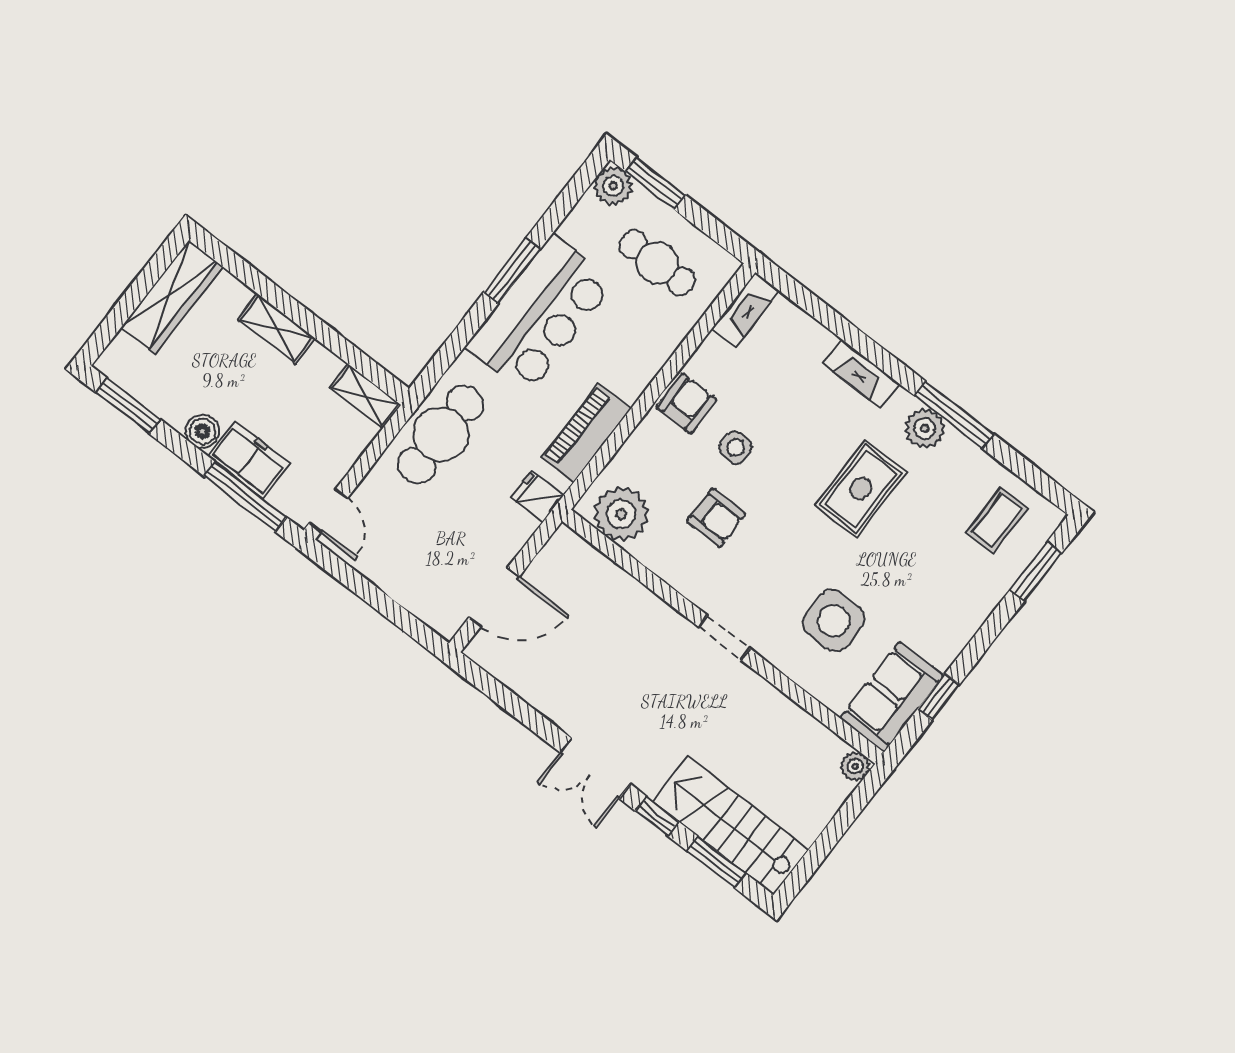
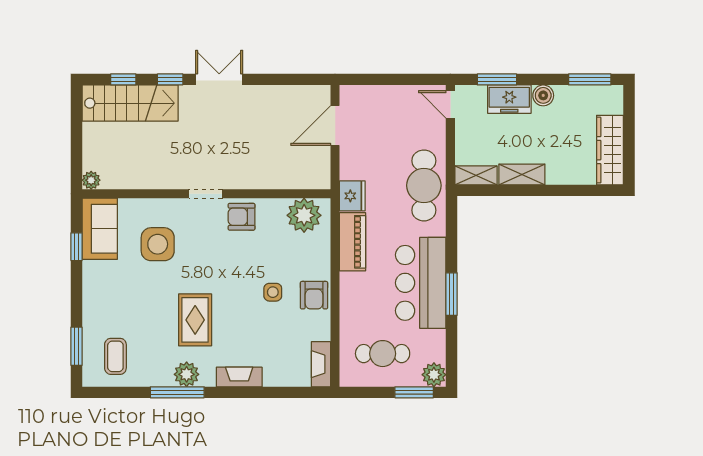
shelving: (276, 329) -> (522, 174), moved
fridge: (537, 496) -> (352, 196), width x1.38
window: (245, 497) -> (497, 79), width x0.69
armchair: (716, 518) -> (242, 217), moved
window: (716, 862) -> (123, 79), width x0.67

